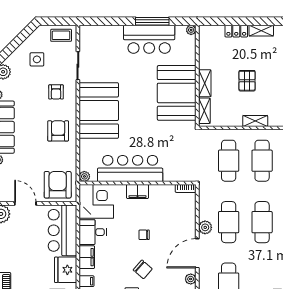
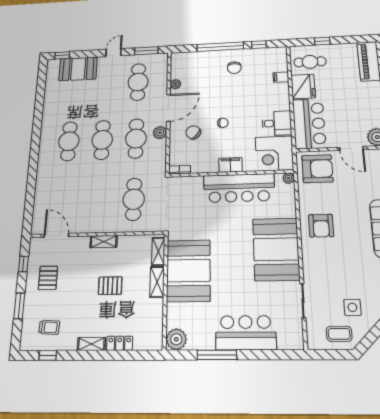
plant: (191, 30) -> (176, 339), width x1.88, depth x1.88
coffee table: (61, 35) -> (339, 334), moved
bar counter: (149, 39) -> (246, 333), moved
pallet: (247, 81) -> (110, 286), turned 90
armchair: (56, 92) -> (327, 269), removed
cafe table: (262, 161) -> (99, 200), removed
armchair: (58, 185) -> (317, 169), turned -90
filing cabinet: (87, 257) -> (282, 99), removed
chair: (143, 269) -> (193, 132), moved

